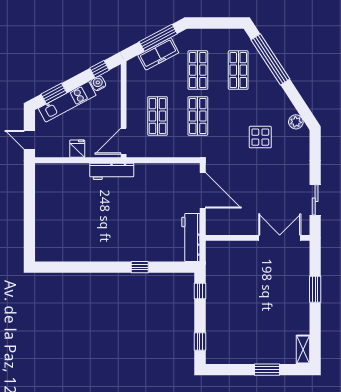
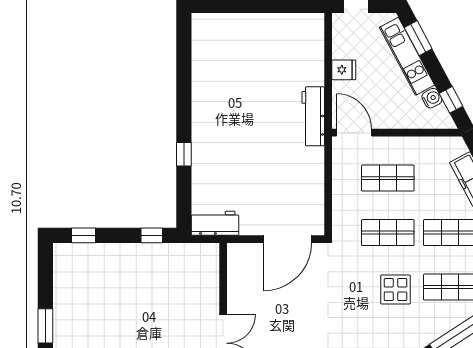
display table: (260, 137) -> (395, 290), moved
workbench: (191, 237) -> (215, 223), width x0.73

